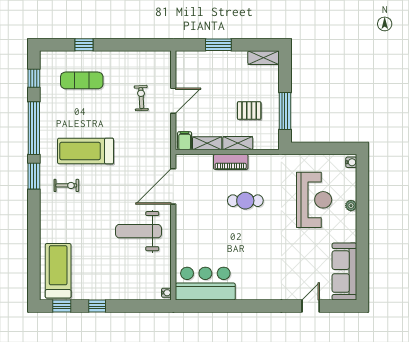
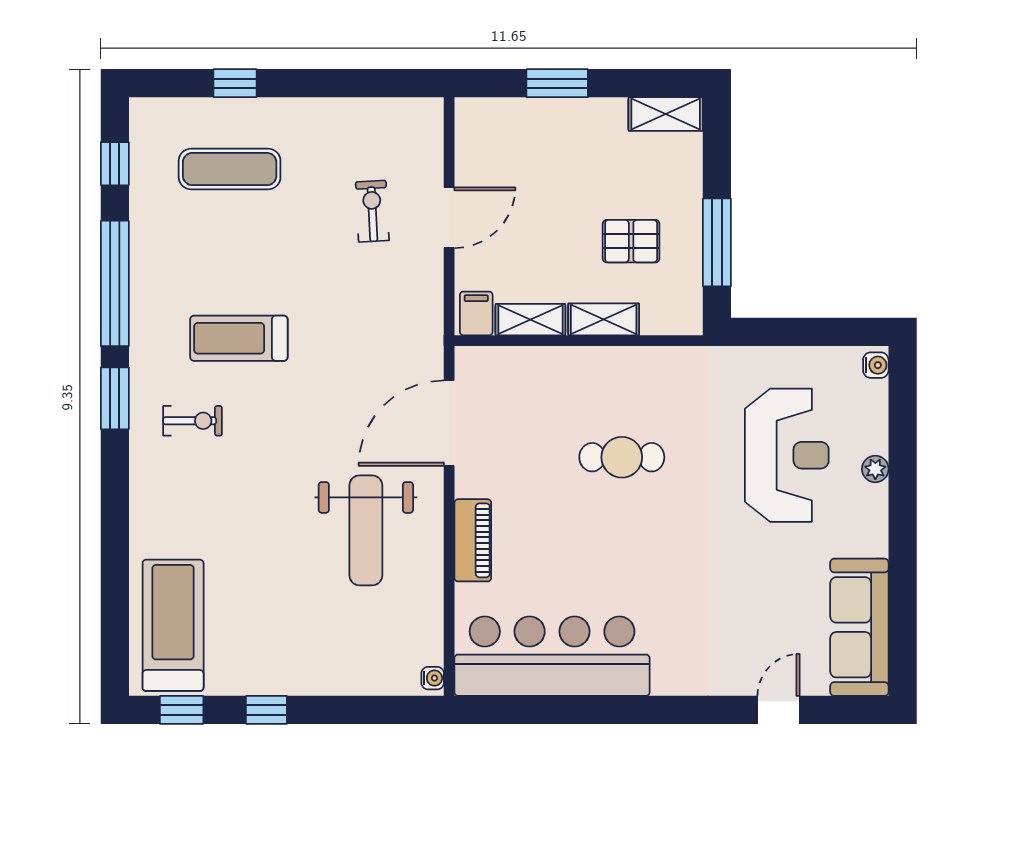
treadmill: (86, 151) -> (239, 338), width x0.73, depth x0.73
piano: (231, 162) -> (473, 540), moved, turned -90
weight bench: (139, 231) -> (366, 530), turned -90
bar counter: (205, 284) -> (552, 656), width x1.36

